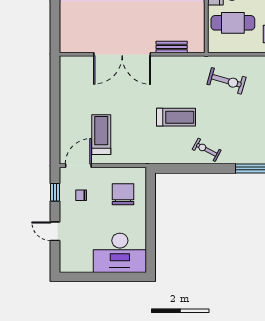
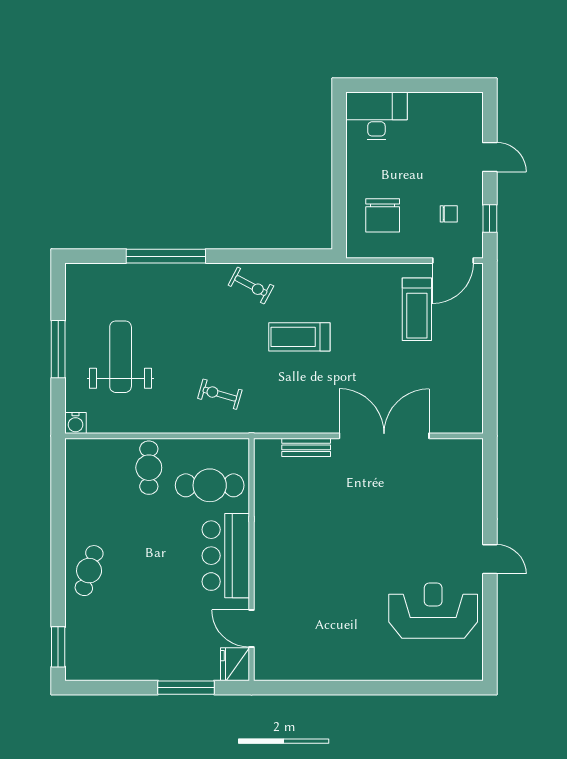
exercise bike: (226, 81) -> (220, 394), width x0.73, depth x0.72
desk: (120, 253) -> (376, 116), width x0.73, depth x0.77

